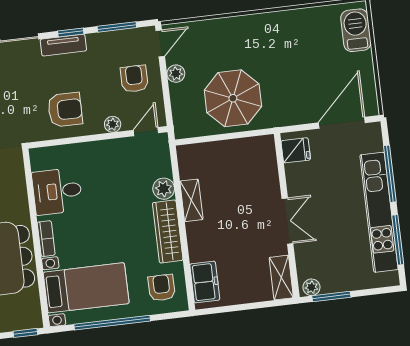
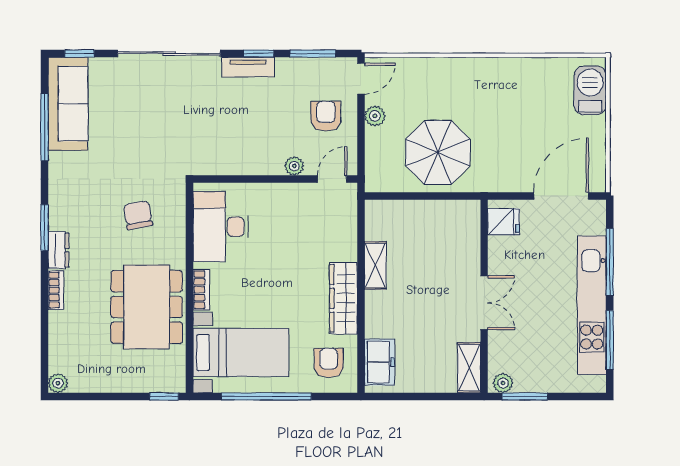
armchair: (65, 110) -> (241, 142), removed
plant: (164, 189) -> (345, 248), removed
desk: (57, 191) -> (221, 227), width x1.37

